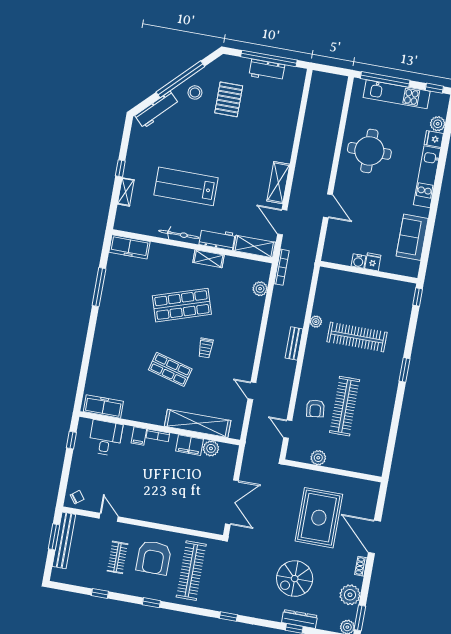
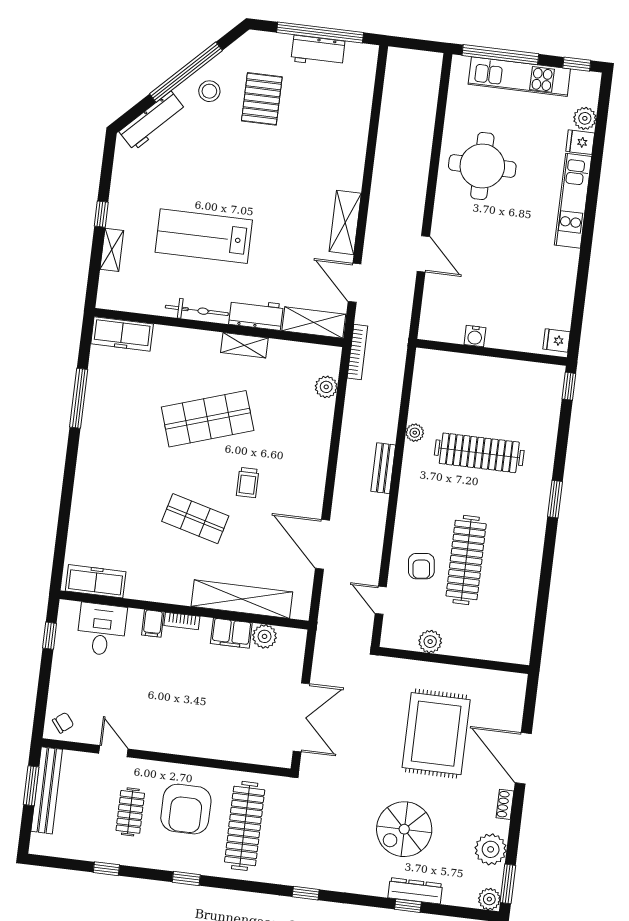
sofa: (412, 237) -> (555, 295), removed
fridge: (373, 262) -> (557, 340), moved, turned -90
door: (252, 391) -> (322, 544), width x1.88

